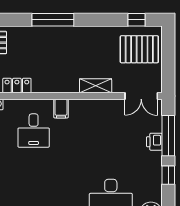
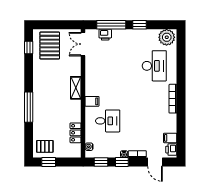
shelving: (96, 86) -> (76, 88), moved
double door: (141, 96) -> (83, 44), swing flipped
printer: (154, 142) -> (105, 35), moved

